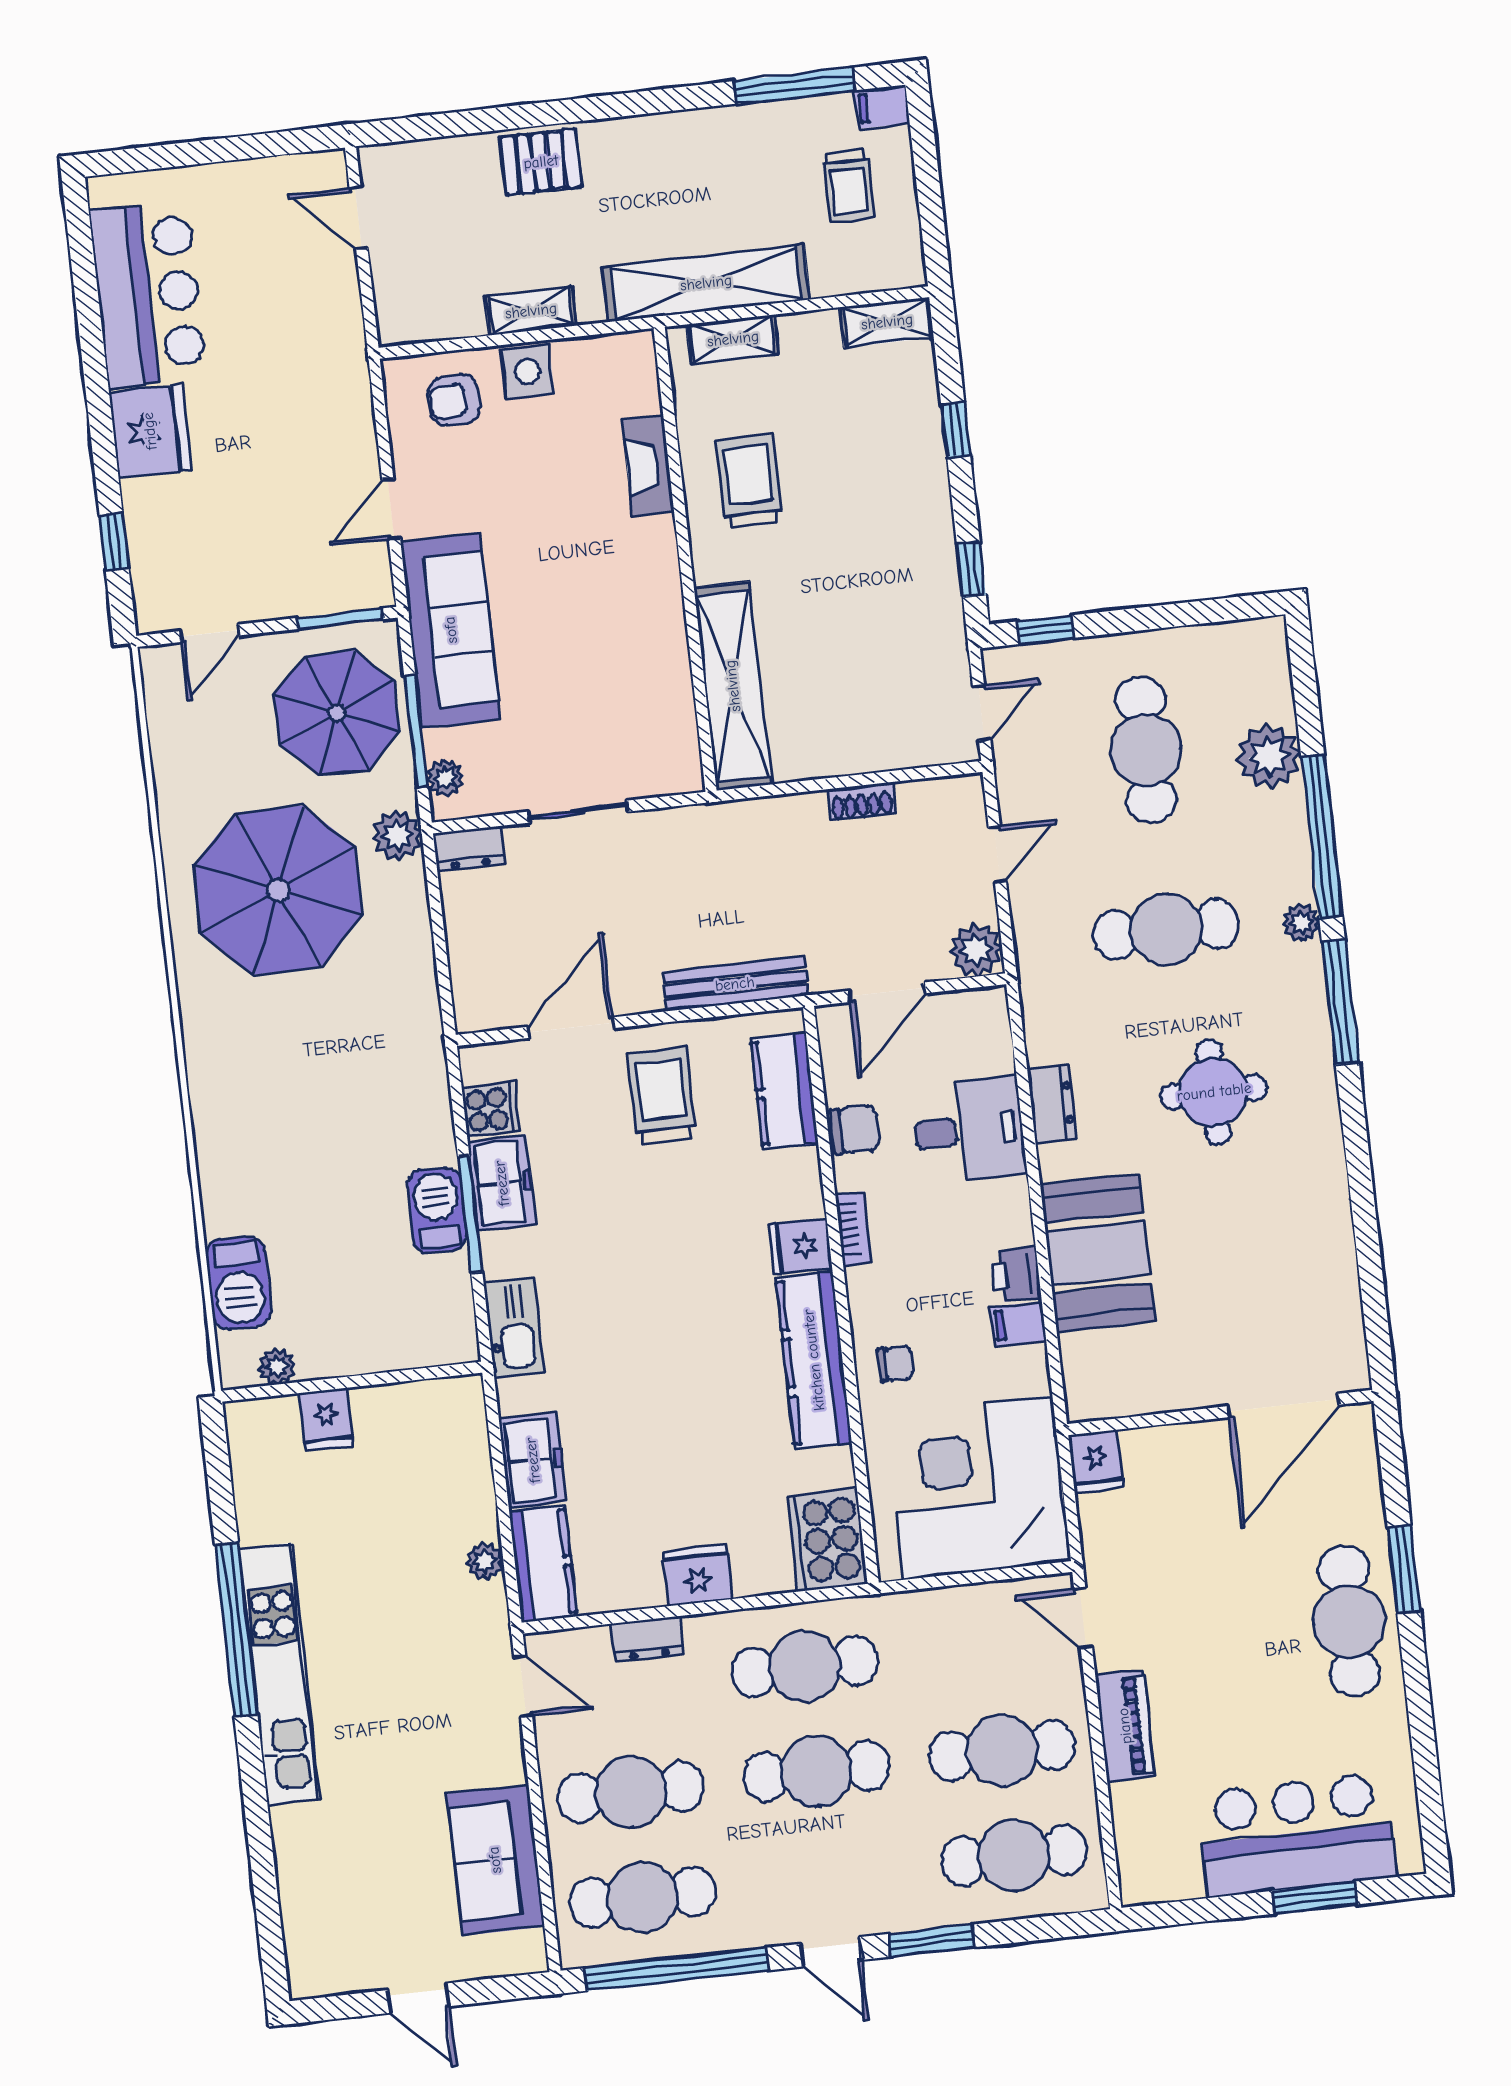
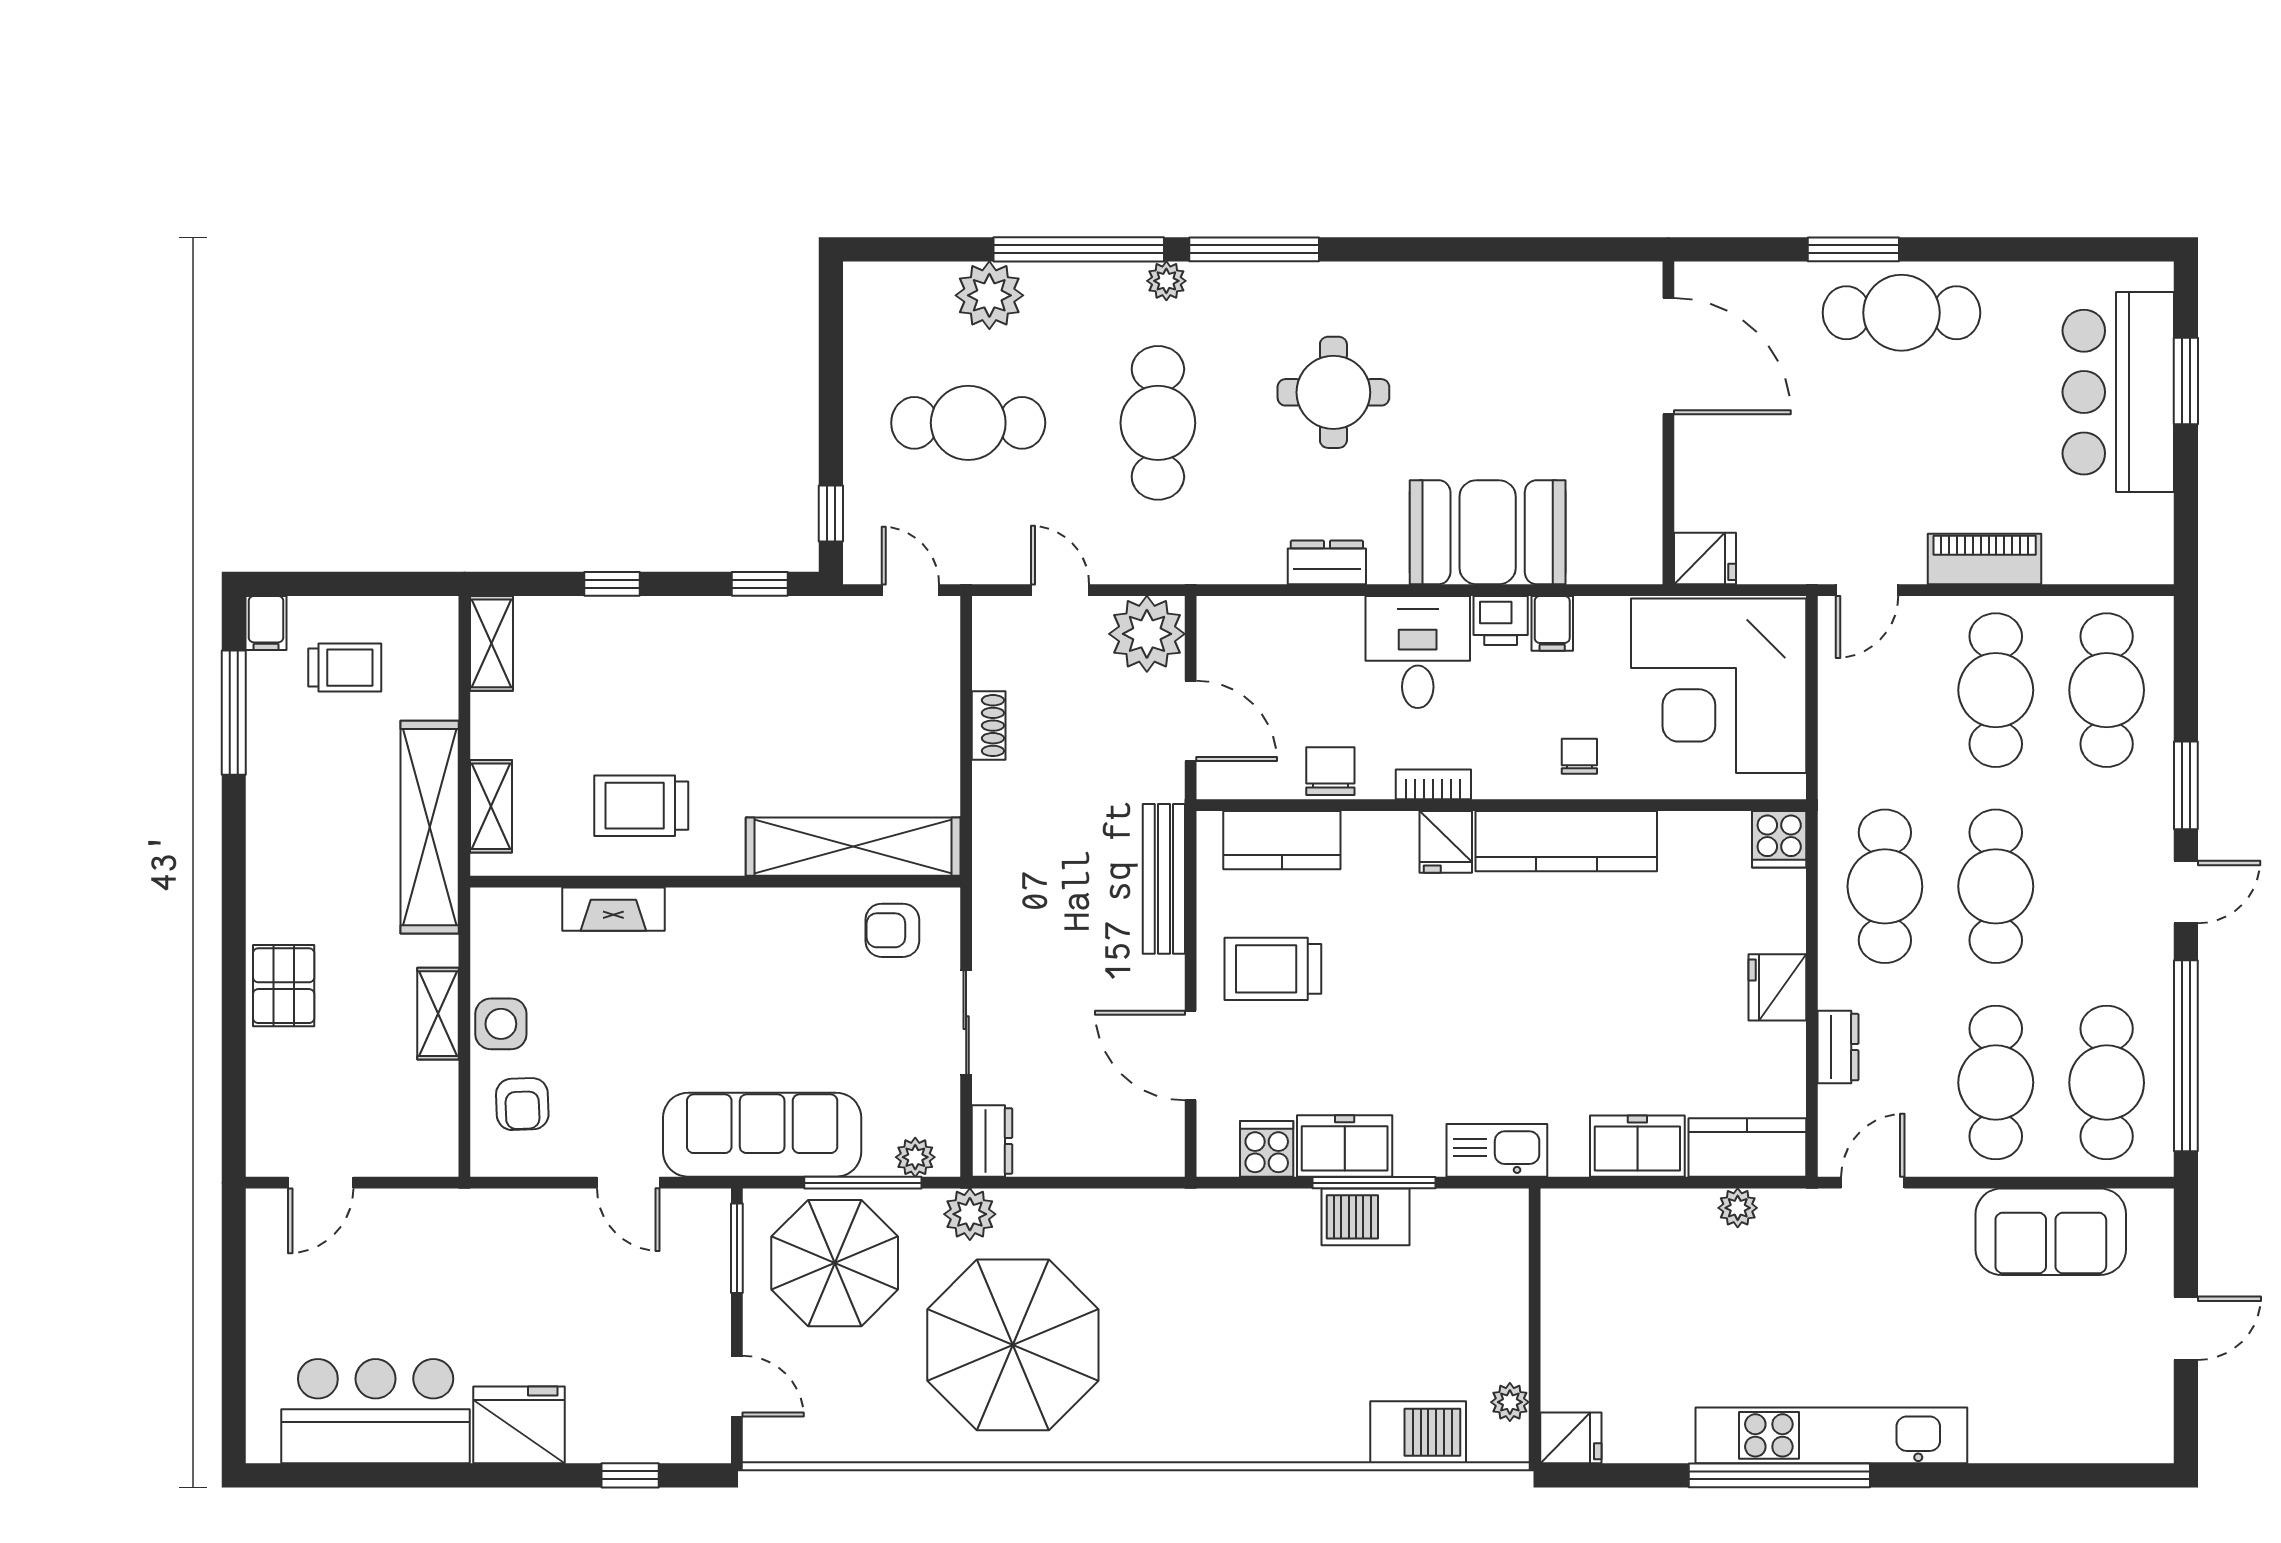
armchair: (658, 732) -> (892, 930), added
plant: (976, 950) -> (1147, 634), width x1.36, depth x1.36
desk: (969, 1130) -> (1418, 652), moved
fridge: (326, 1419) -> (1571, 1438), moved
cooker: (827, 1540) -> (1779, 839), width x0.53, depth x0.76

